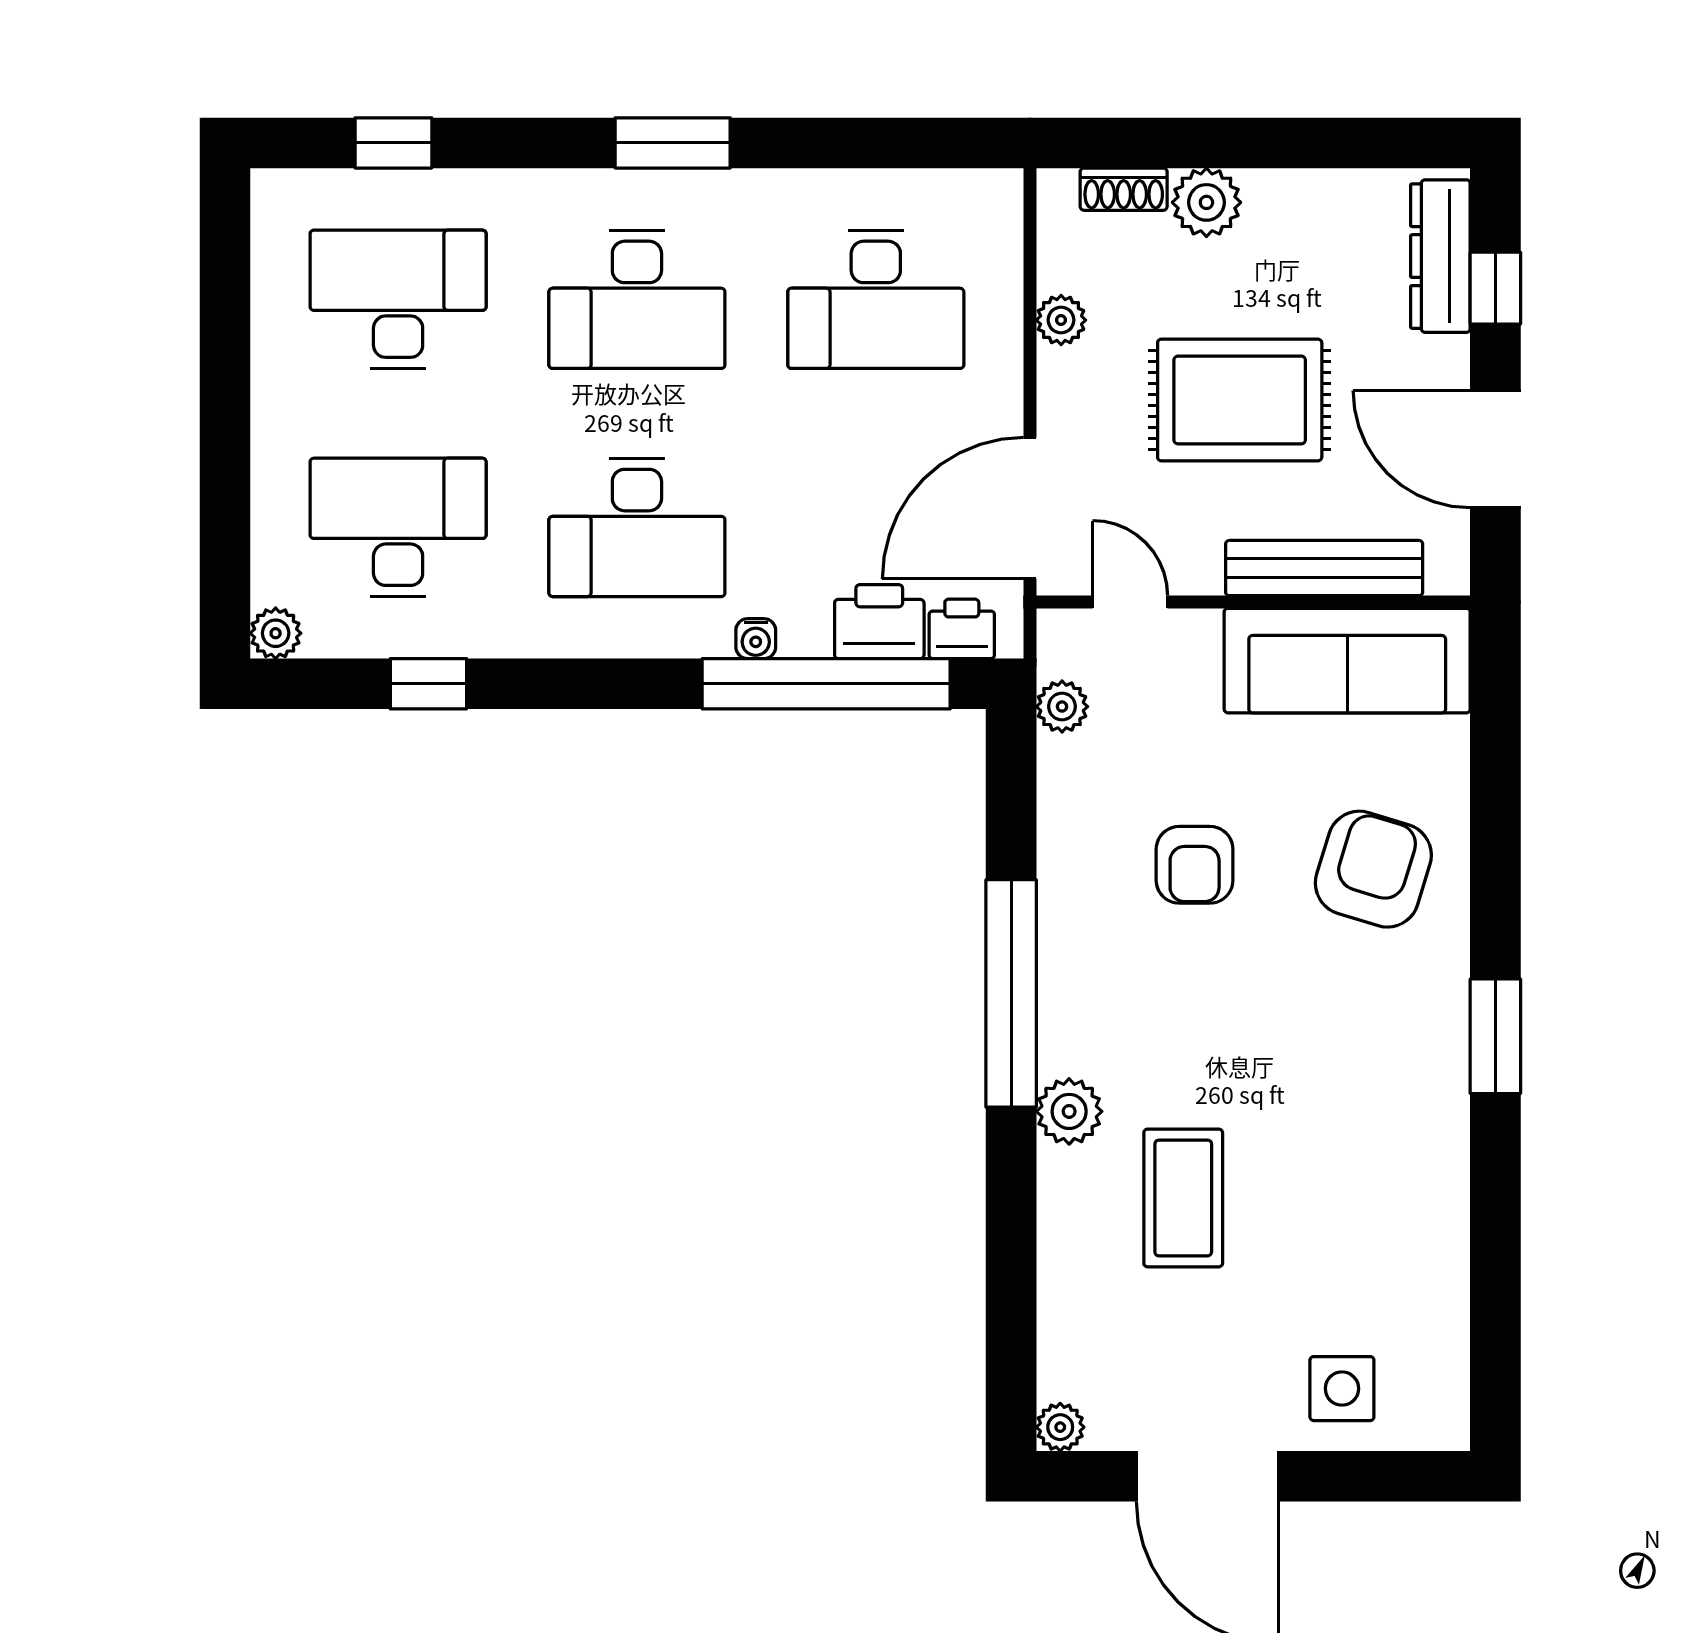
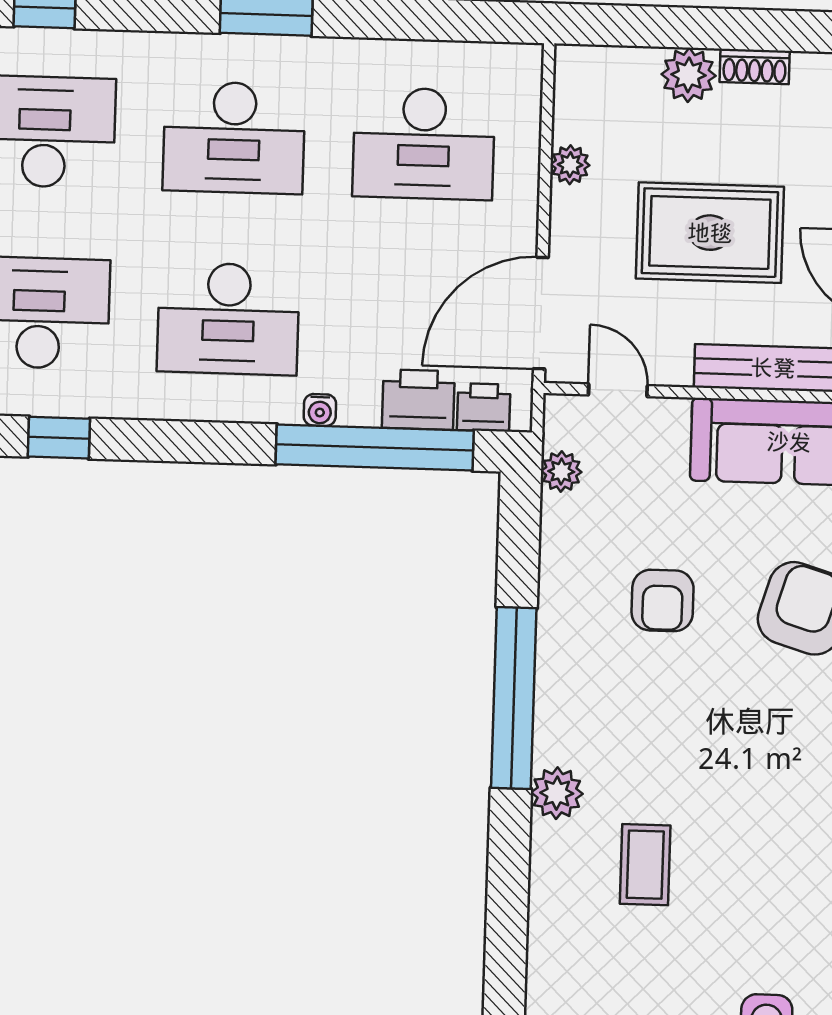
shoe rack: (1124, 189) -> (755, 67), moved
coffee table: (1183, 1198) -> (645, 865), width x0.73, depth x0.77

